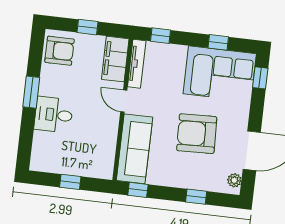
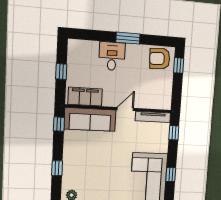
window: (87, 27) -> (179, 65), moved
armchair: (59, 51) -> (160, 59), turned 87
filing cabinet: (115, 59) -> (85, 97), moved
armchair: (197, 134) -> (104, 165), removed

